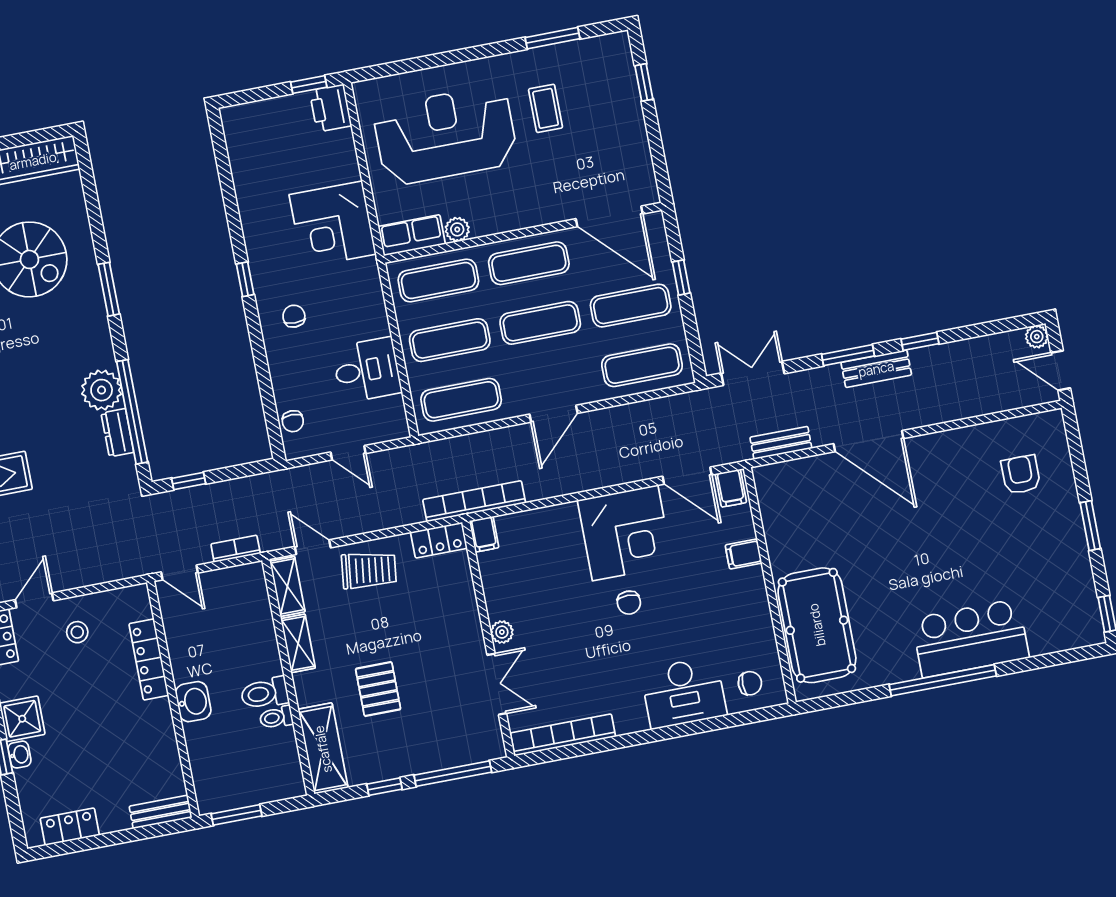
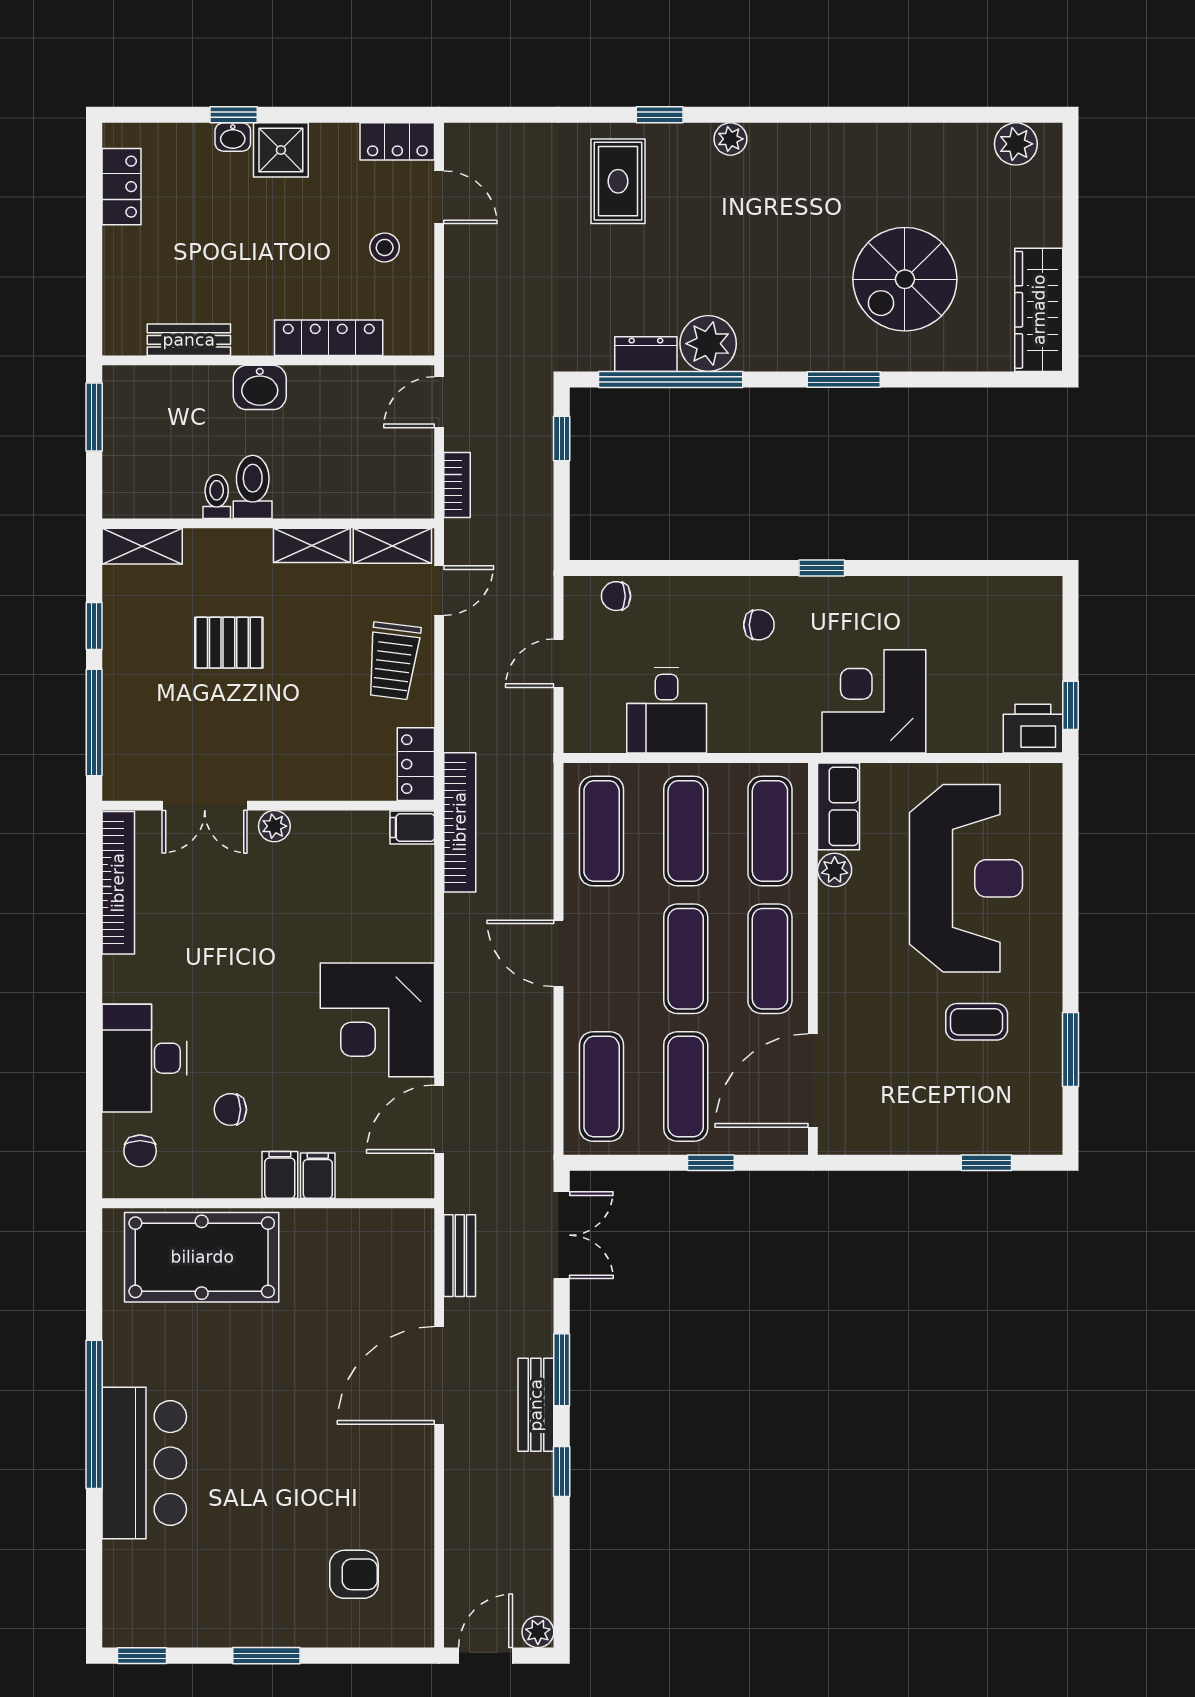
filing cabinet: (731, 488) -> (280, 1175), moved, turned 90
chair: (629, 603) -> (230, 1109), moved
shelving: (323, 749) -> (142, 546), width x0.67, depth x0.75
bench: (160, 812) -> (189, 340), moved, turned 90

